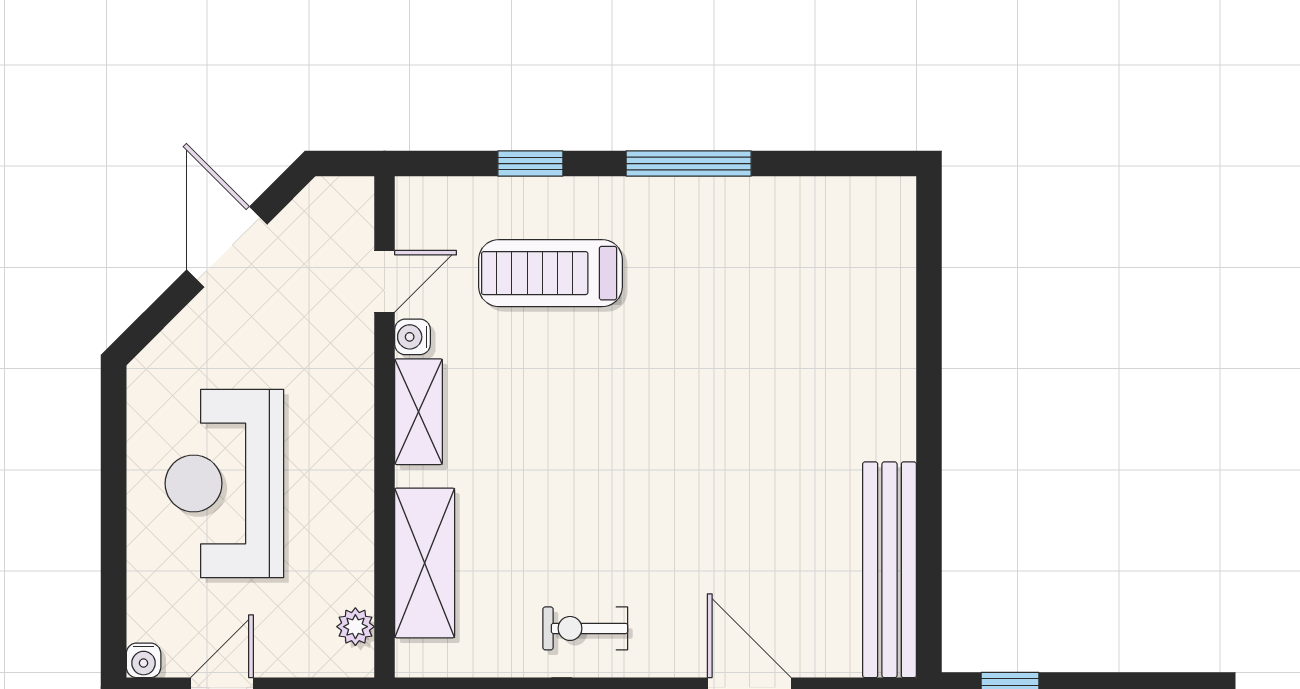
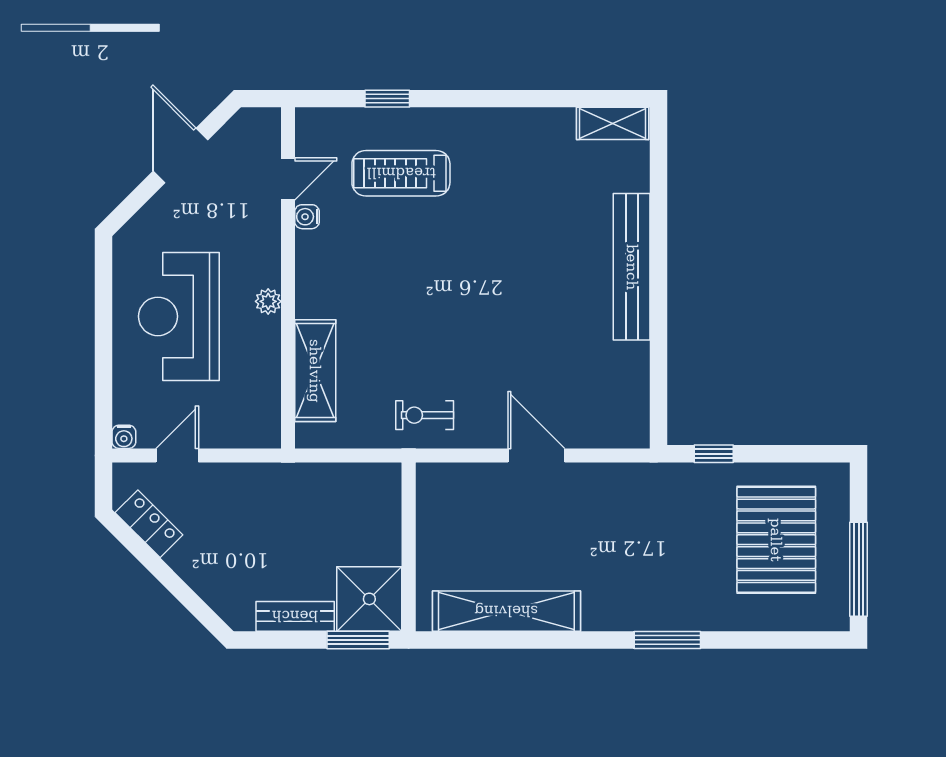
window: (689, 164) -> (495, 99), removed
shelving: (418, 412) -> (613, 123), moved, turned 90
bench: (889, 570) -> (632, 267), moved
plant: (355, 627) -> (268, 301), moved

